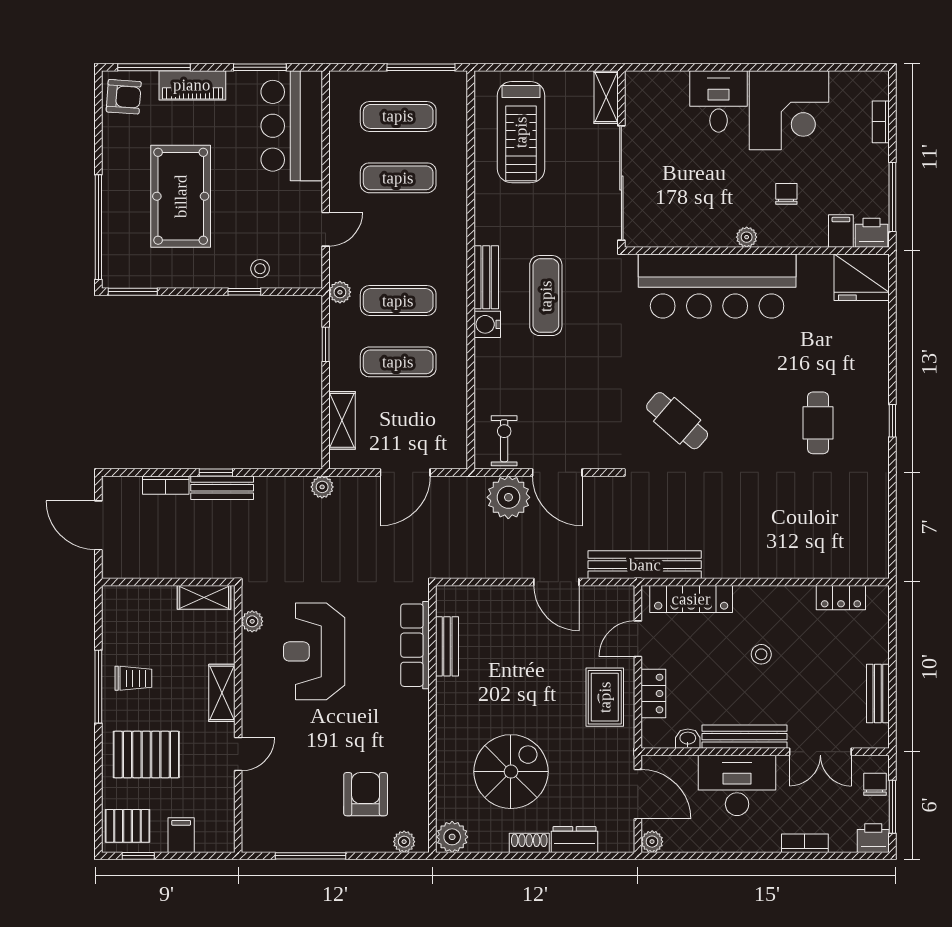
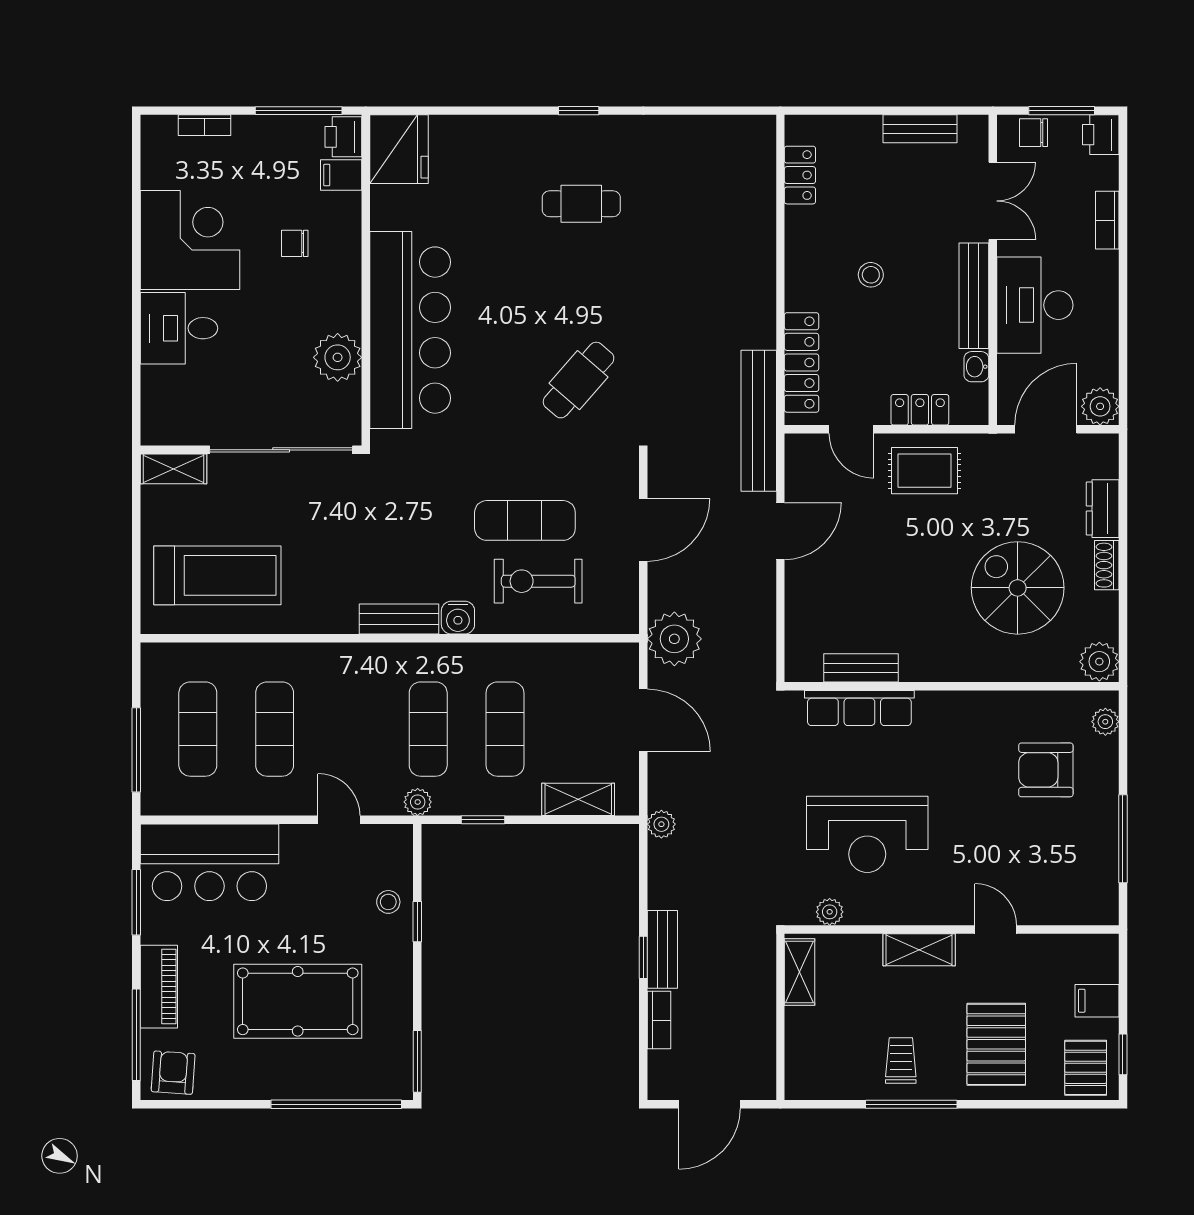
window: (421, 67) -> (136, 750), moved
plant: (747, 237) -> (338, 357), moved, width x1.87, depth x1.87
exercise mat: (546, 296) -> (525, 520), moved
exercise bike: (504, 441) -> (538, 581), moved, width x1.38, depth x1.39
plant: (508, 497) -> (674, 639), moved
plant: (652, 842) -> (1100, 406), width x1.38, depth x1.38

